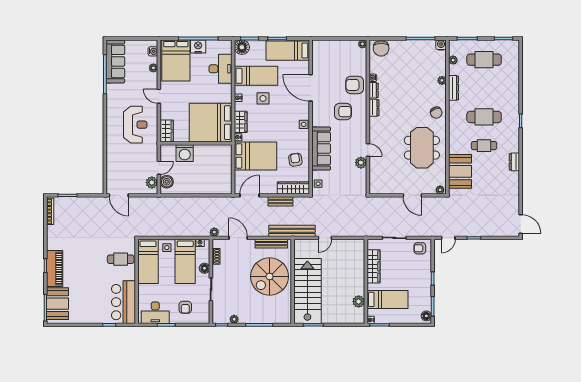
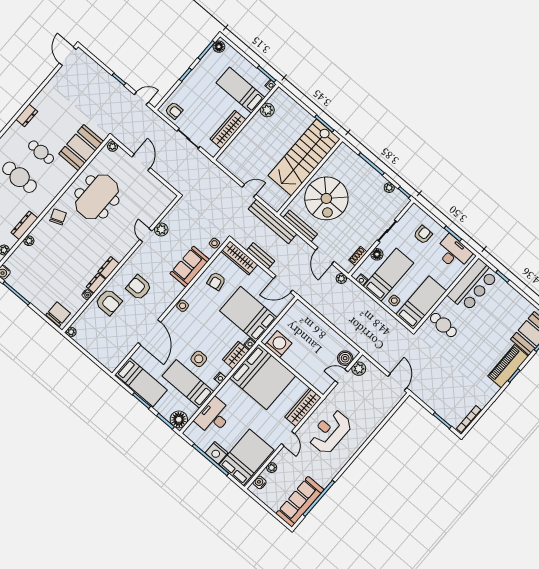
wardrobe: (167, 131) -> (303, 407), width x1.50
sofa: (321, 148) -> (190, 267), width x0.73
washing machine: (185, 153) -> (278, 344), moved
spiral stairs: (270, 277) -> (326, 198), turned 90

